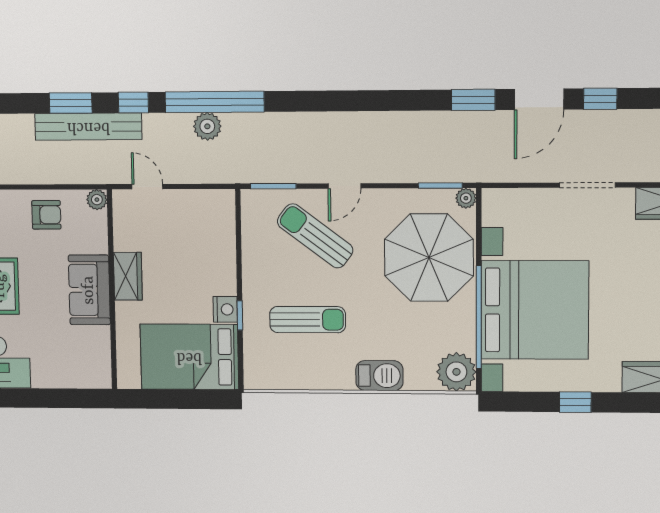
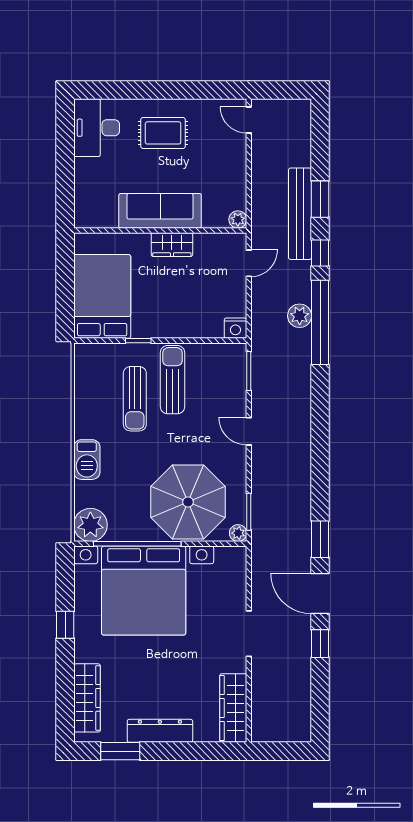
armchair: (46, 215) -> (225, 175), removed
sun lounger: (315, 236) -> (172, 380), moved, turned -37
sofa: (89, 290) -> (160, 211), width x1.36
nightstand: (225, 309) -> (235, 328), moved

